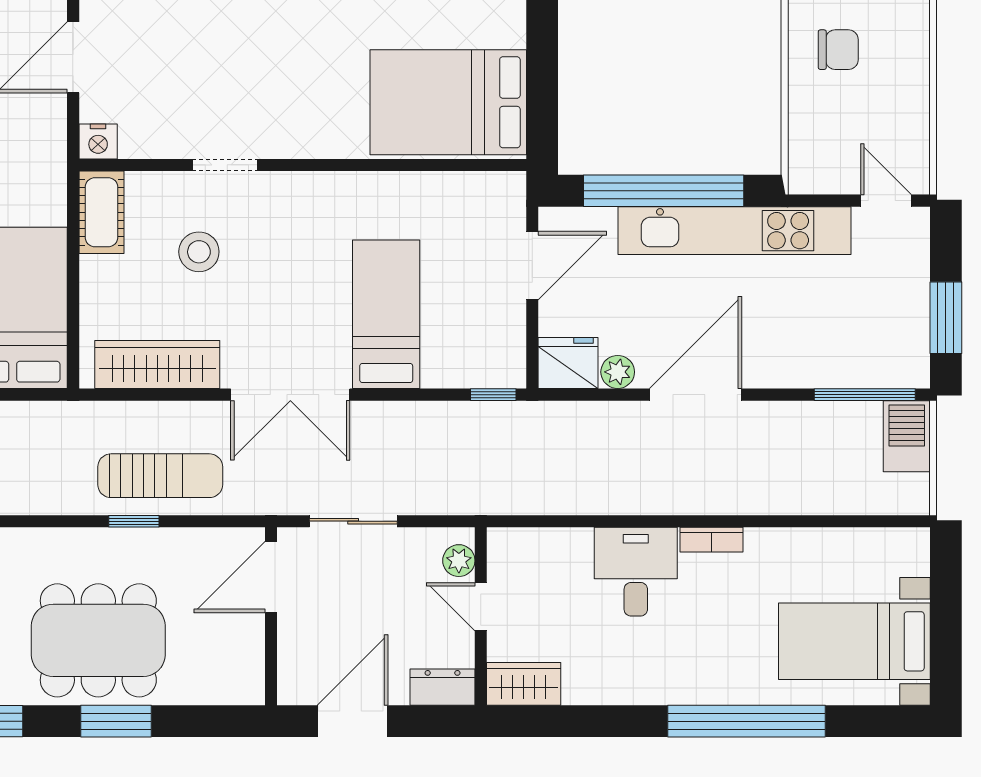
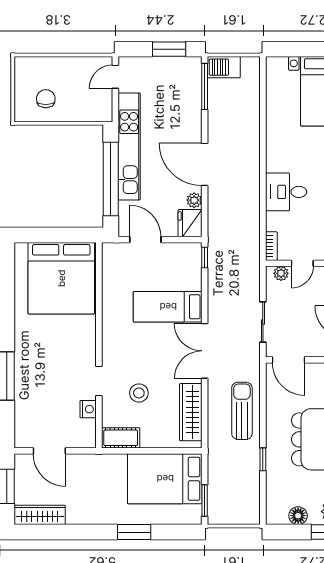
bed: (448, 102) -> (61, 278), width x1.36
nightstand: (98, 142) -> (88, 409), moved
double door: (290, 395) -> (205, 351), swing flipped
window: (134, 521) -> (263, 459), moved
bookcase: (711, 540) -> (271, 246), moved

